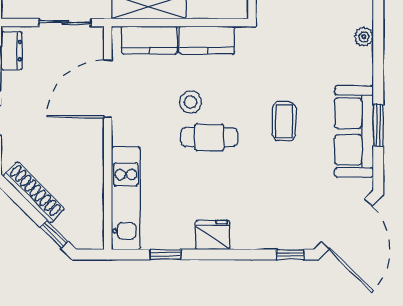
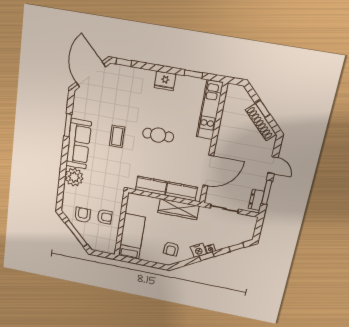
plant: (364, 37) -> (74, 177), width x1.88, depth x1.88
stool: (191, 102) -> (165, 155), removed
sofa: (354, 132) -> (79, 144), moved
window: (54, 234) -> (263, 109), moved

